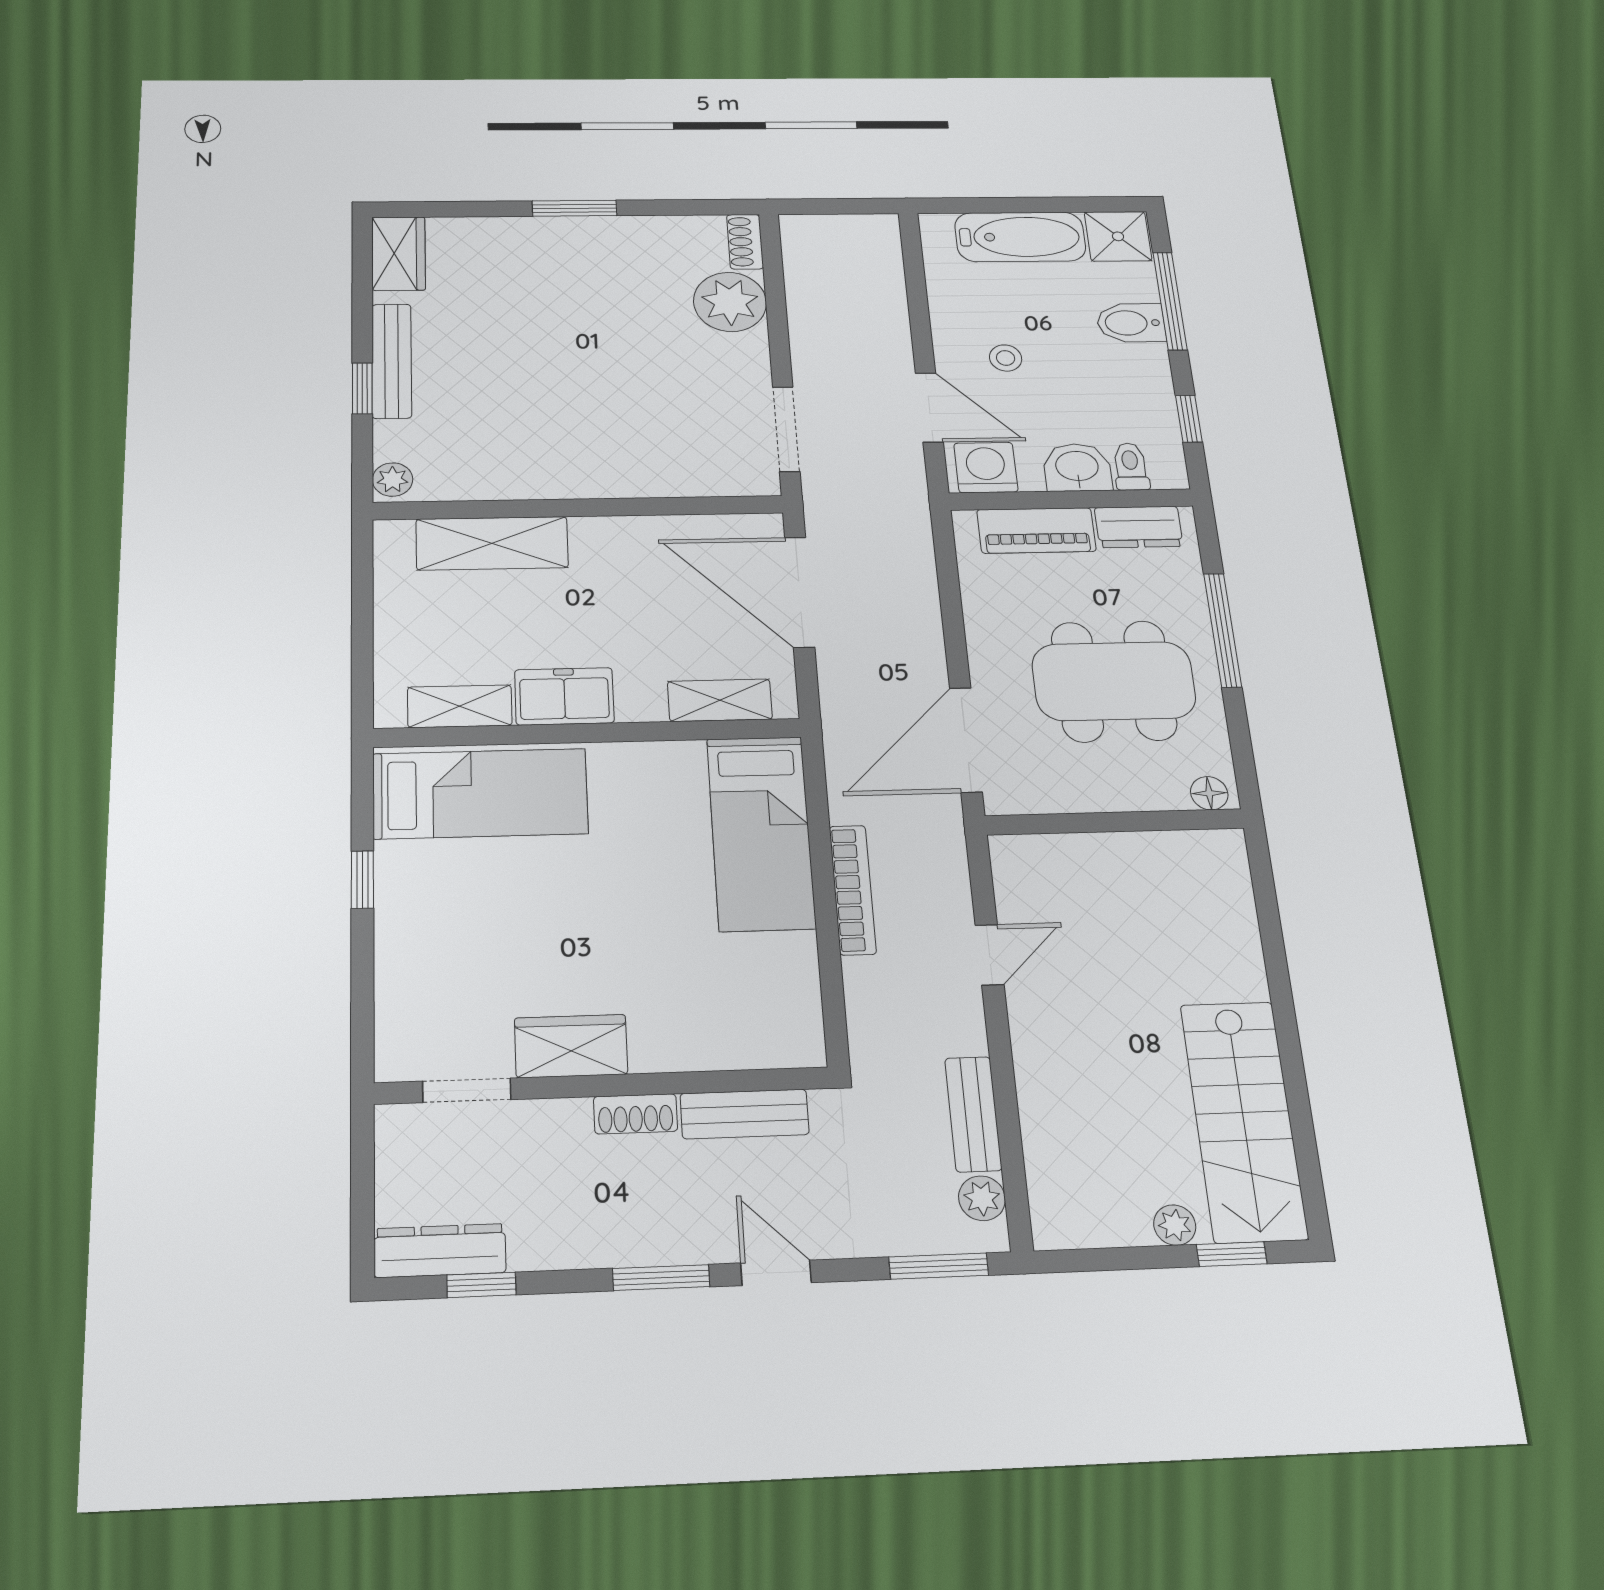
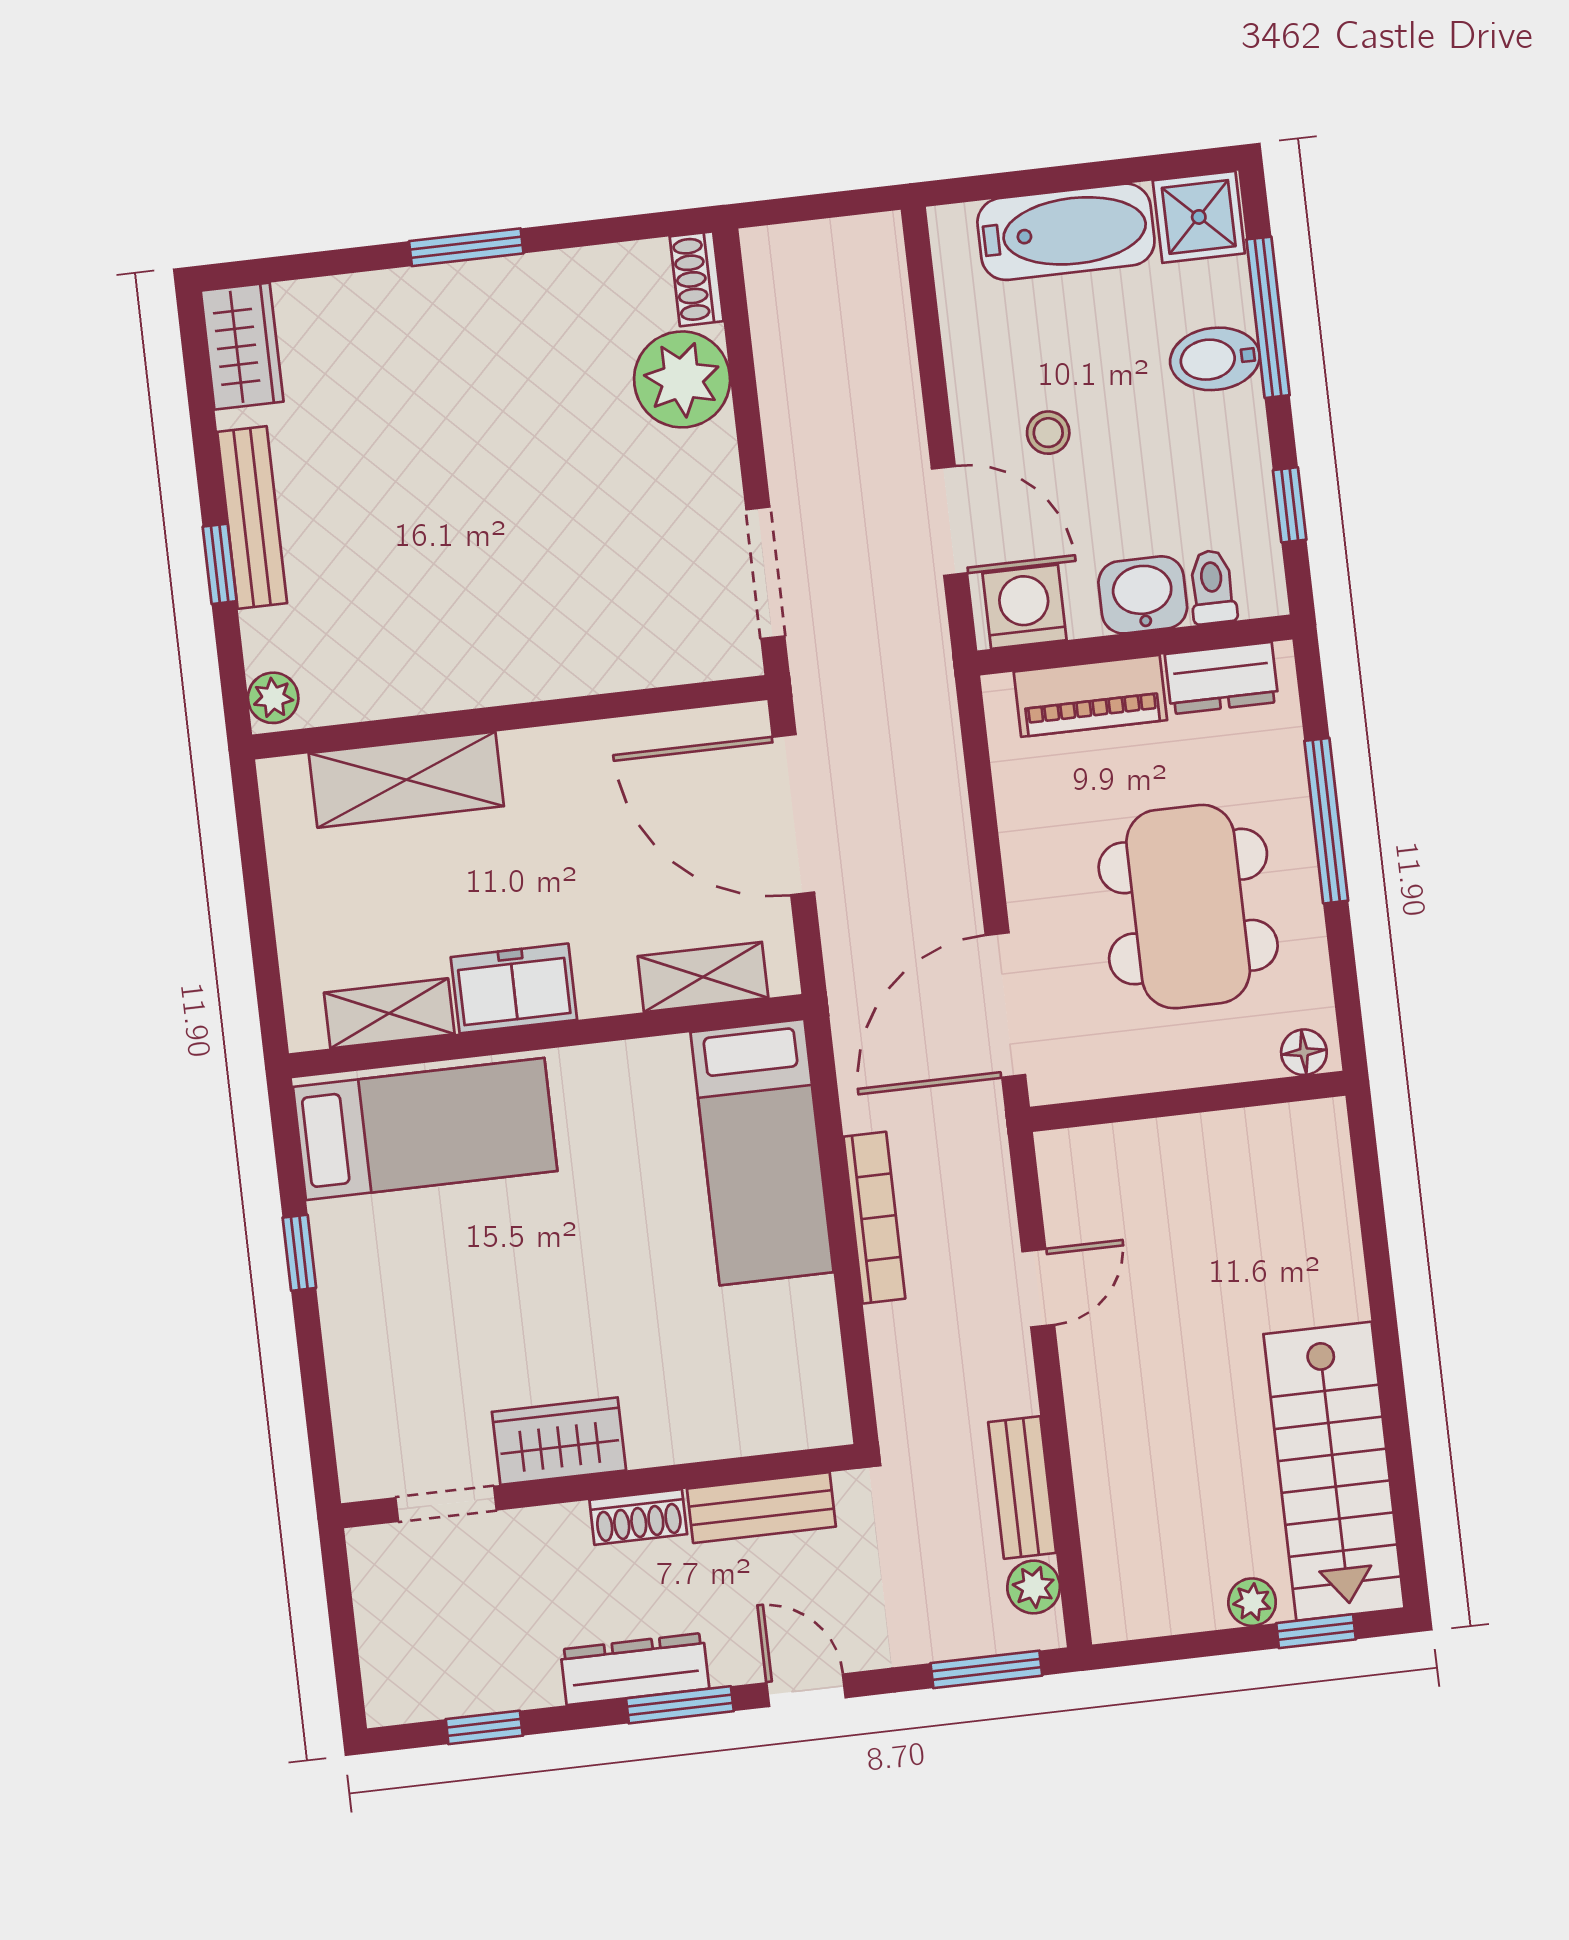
dining table: (1114, 681) -> (1188, 907), turned 90
dresser: (440, 1251) -> (635, 1669), moved

